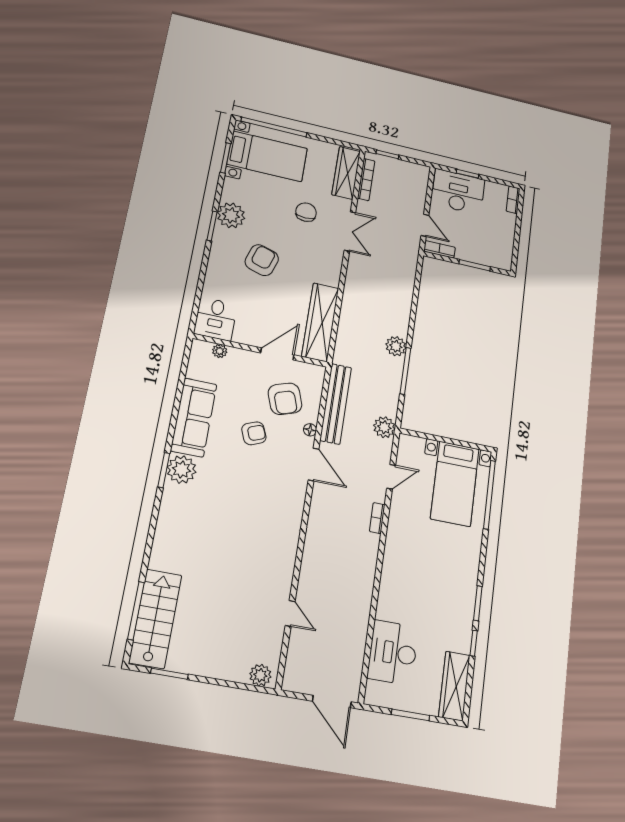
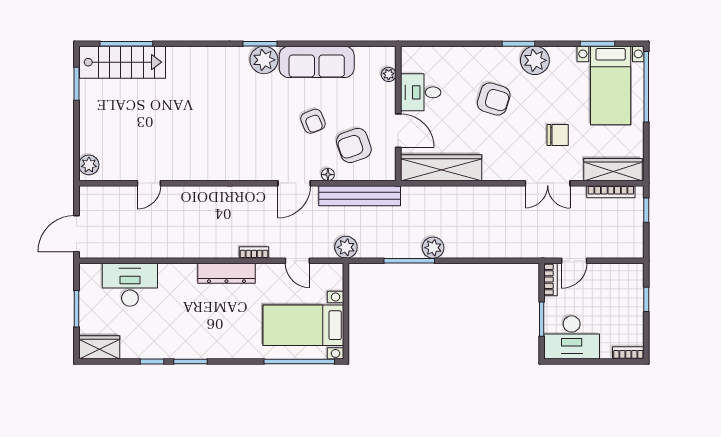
desk: (458, 192) -> (572, 337), moved, turned 90
desk: (216, 319) -> (421, 92), moved
dresser: (394, 550) -> (226, 273), added
wardrobe: (454, 686) -> (99, 347), width x0.67

